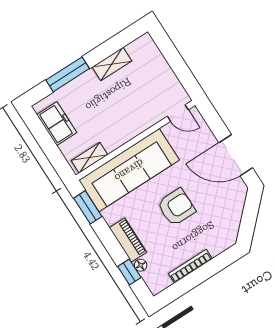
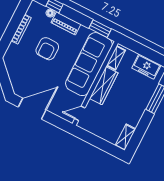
shelving: (112, 64) -> (125, 137), moved
wardrobe: (126, 131) -> (104, 86), added
armchair: (176, 207) -> (47, 49), moved

